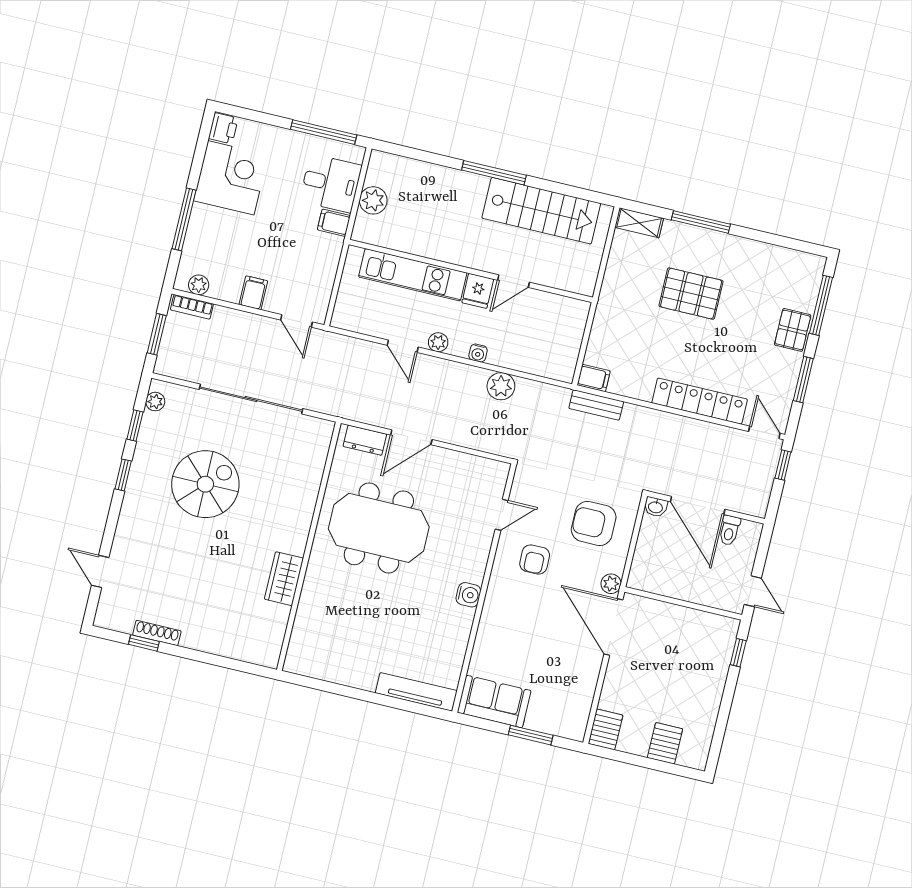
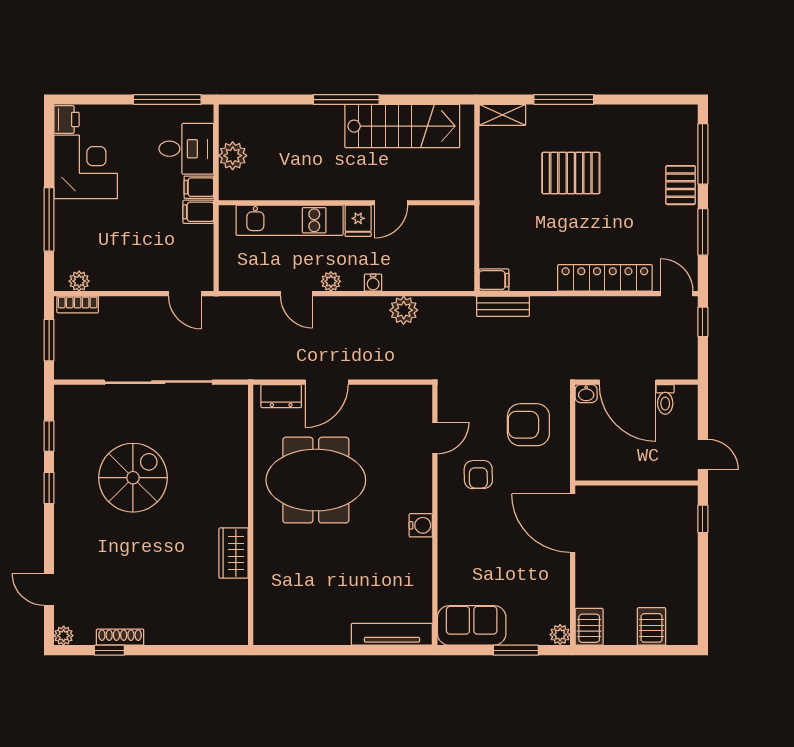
filing cabinet: (253, 293) -> (198, 212), moved, turned -90
plant: (155, 402) -> (64, 636), moved
plant: (611, 584) -> (560, 635), moved

